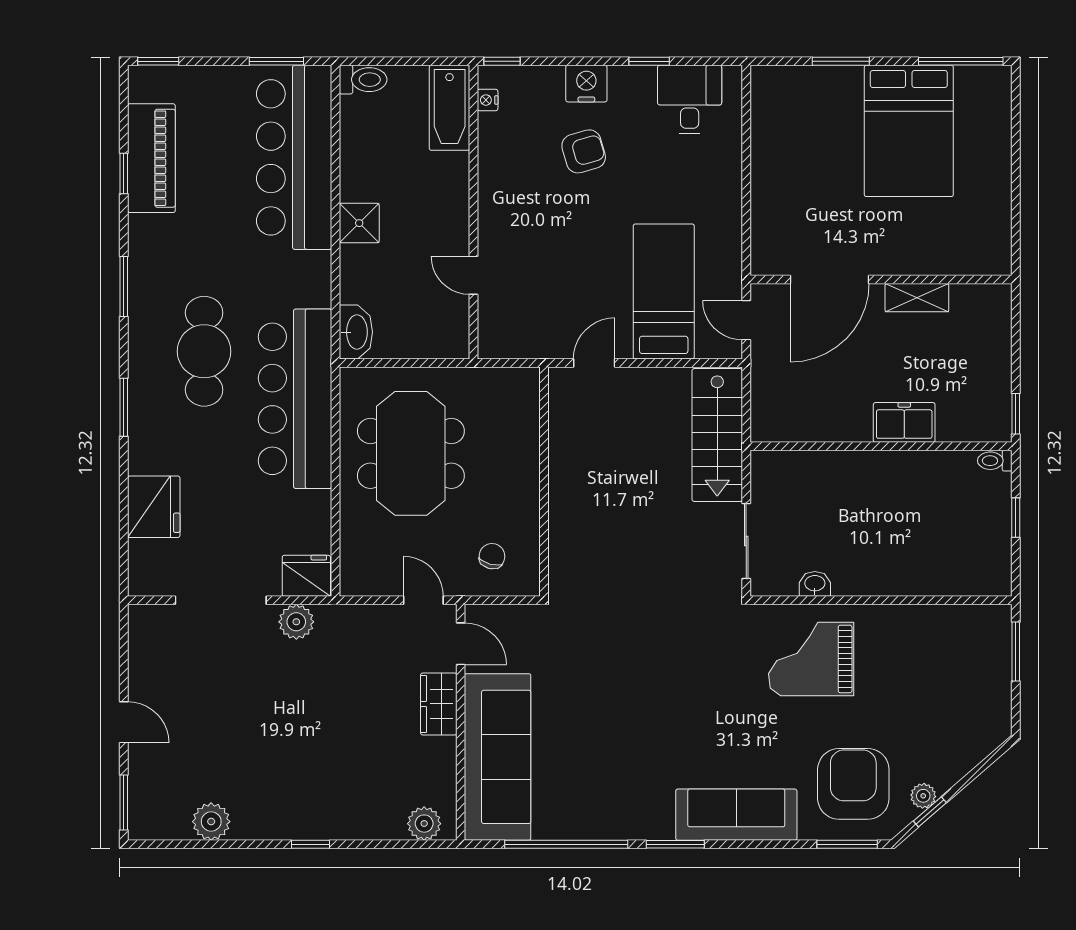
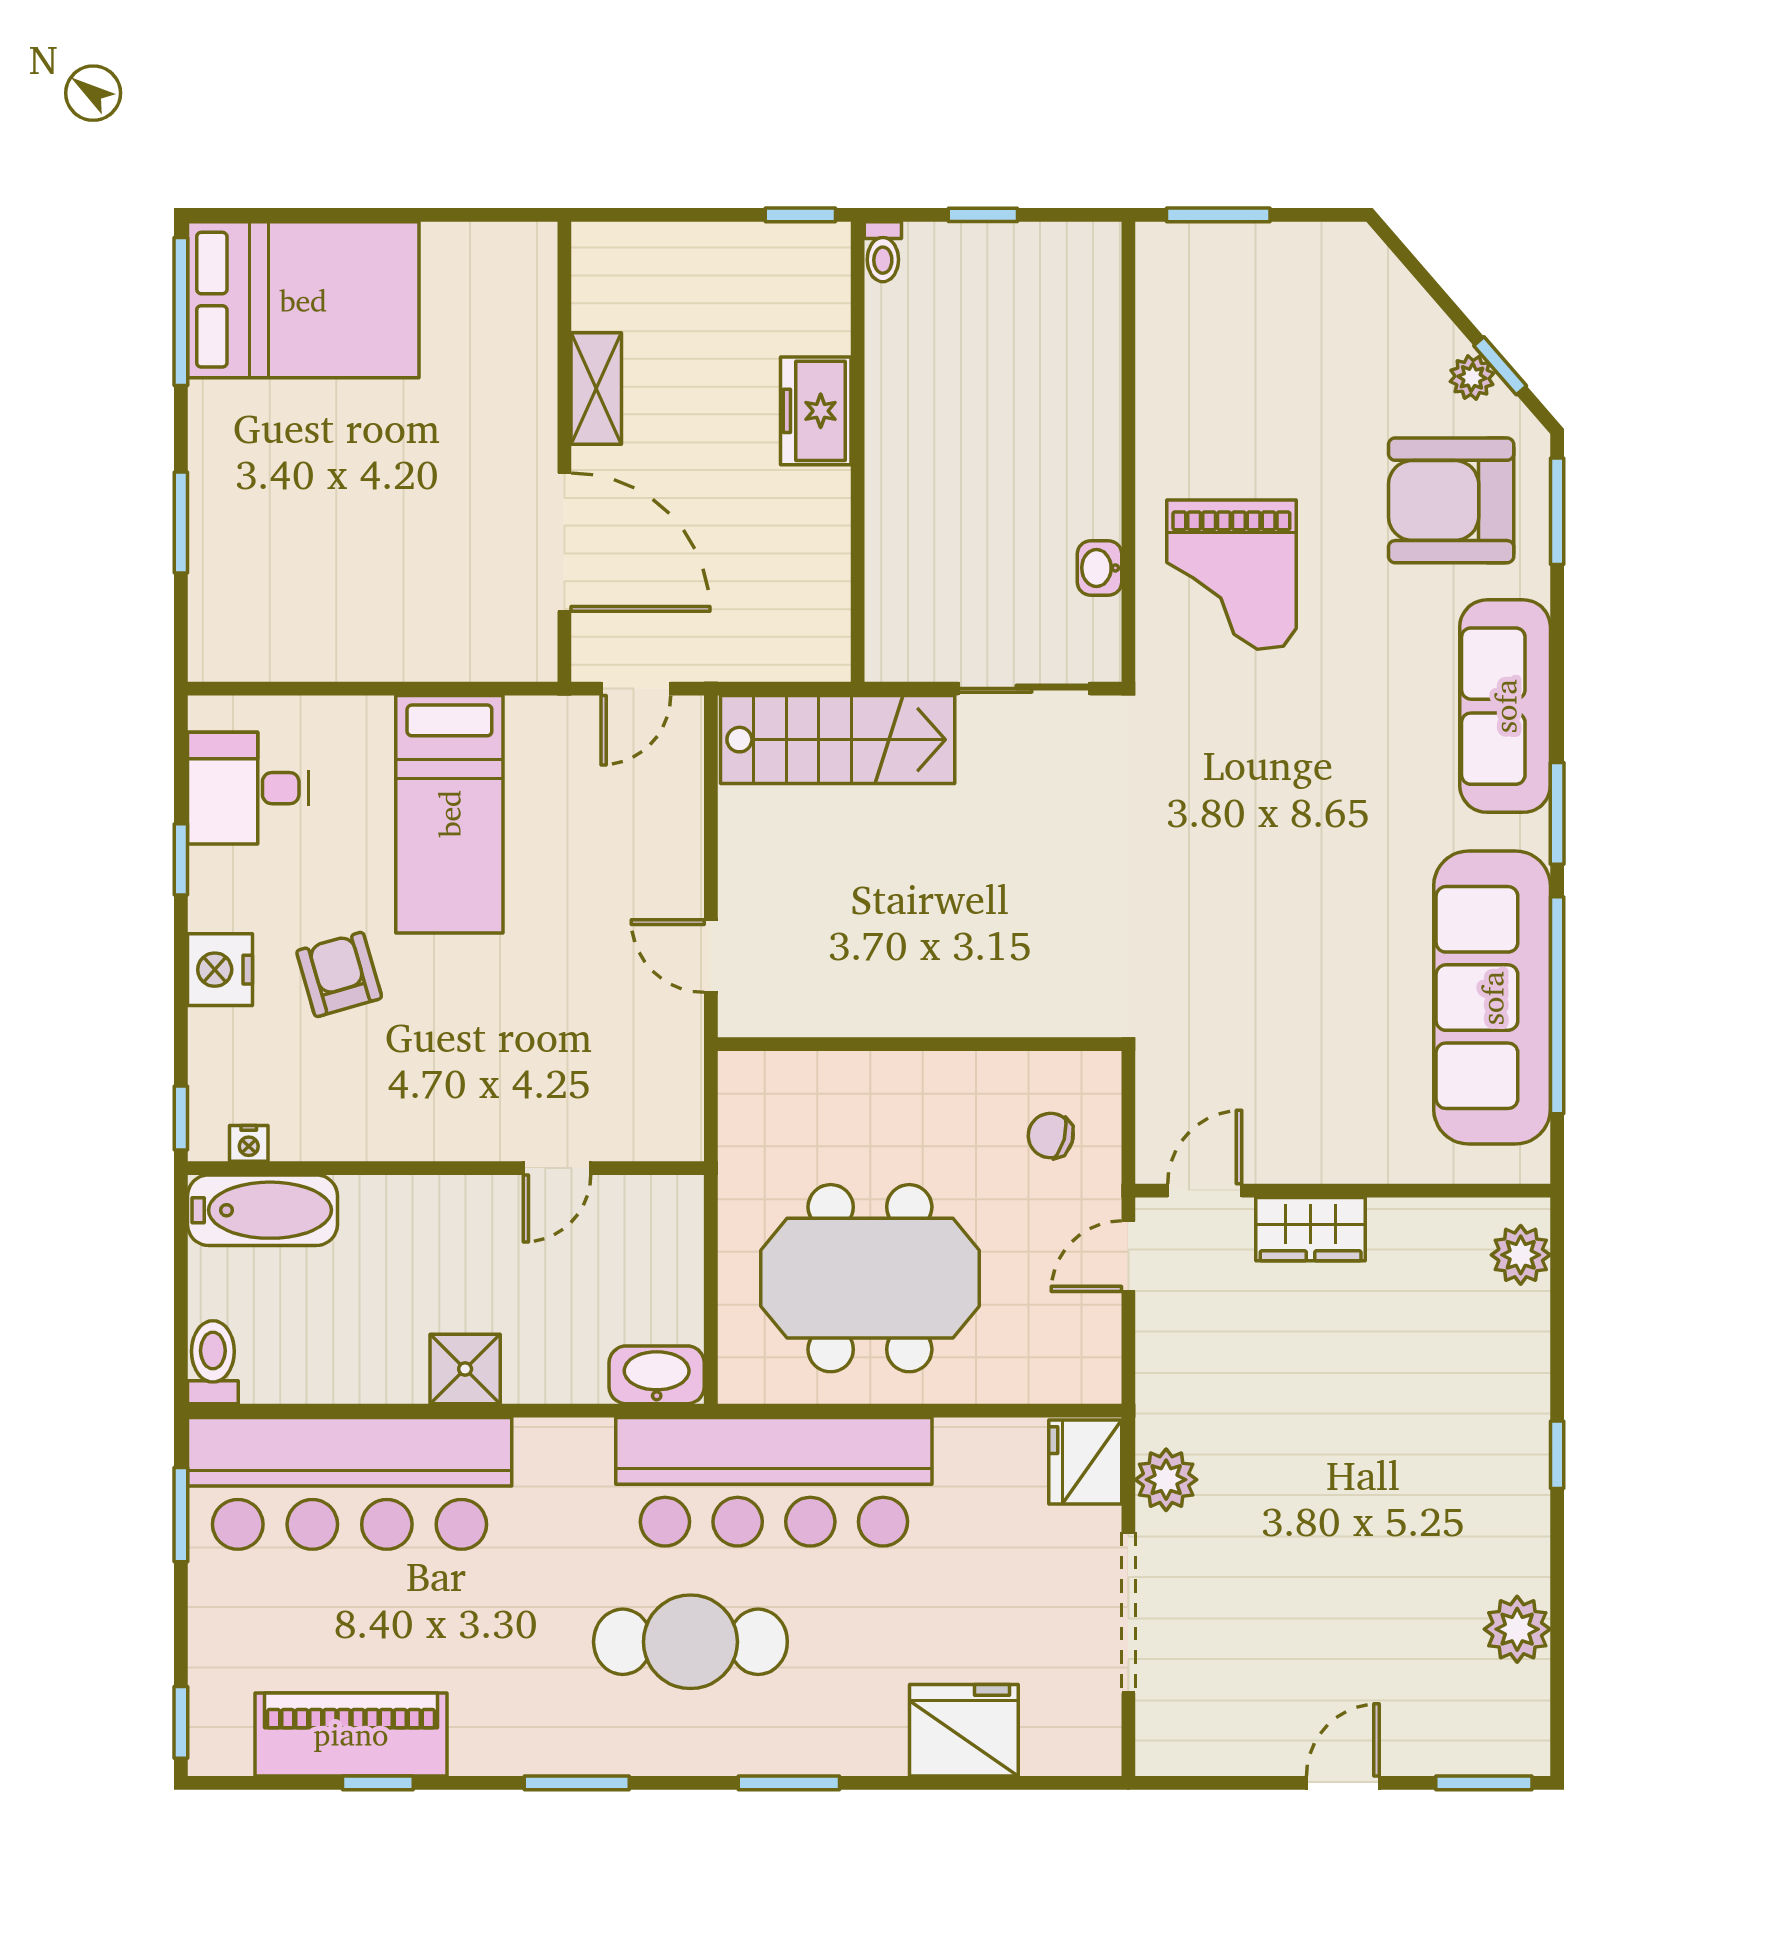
bed: (909, 131) -> (303, 300), moved
bed: (664, 291) -> (449, 814), moved, turned -90
sofa: (498, 757) -> (1492, 998), moved, turned -90

